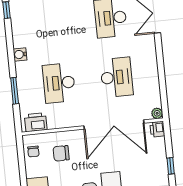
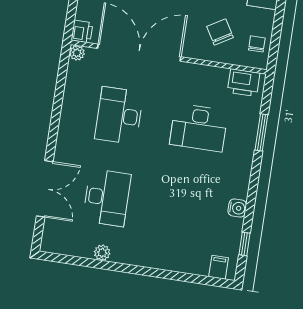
water cooler: (20, 54) -> (237, 208), moved
desk: (59, 83) -> (199, 128), turned 90
chair: (61, 153) -> (220, 32), turned -121

